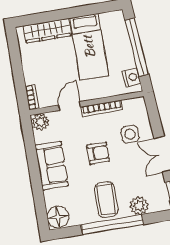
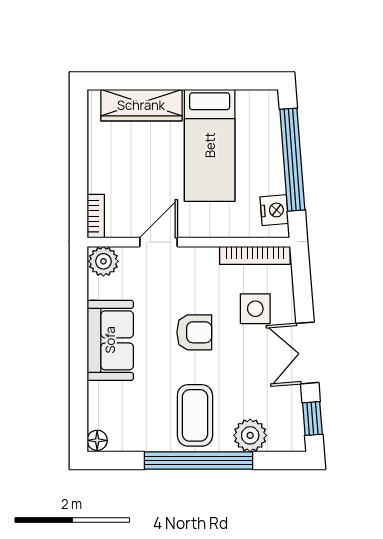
bookcase: (102, 108) -> (255, 255), moved
floor lamp: (58, 217) -> (97, 440), width x0.53, depth x0.53

